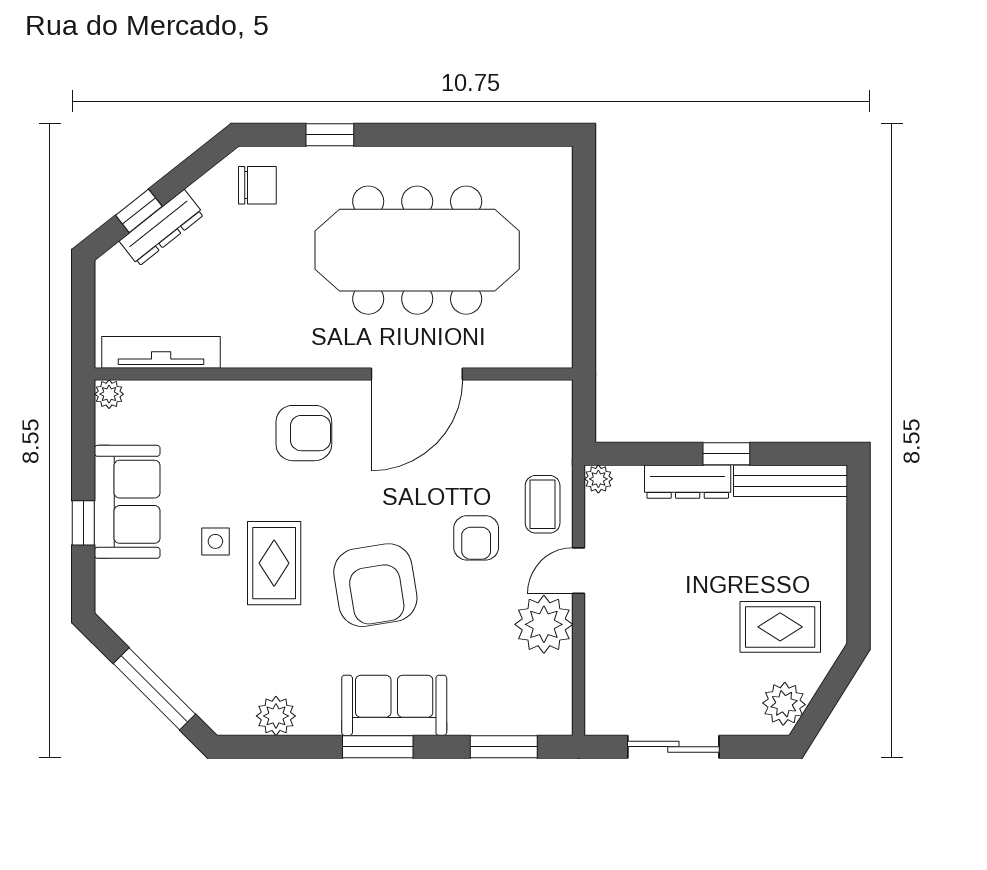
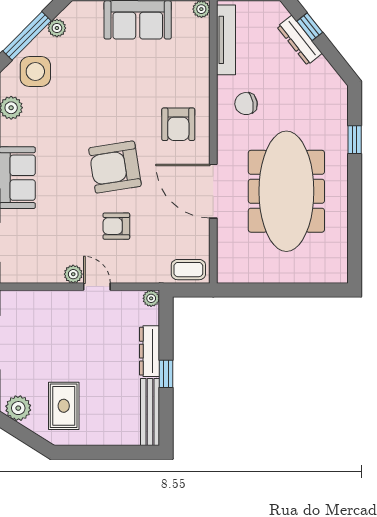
chair: (257, 185) -> (246, 104), moved, turned 80
coffee table: (543, 504) -> (188, 270), moved
side table: (215, 541) -> (35, 72), moved, width x1.87, depth x1.87
rug: (274, 563) -> (101, 107), removed
armchair: (375, 585) -> (115, 167), moved
plant: (544, 624) -> (73, 274), width x0.53, depth x0.53
plant: (141, 638) -> (57, 28), added

